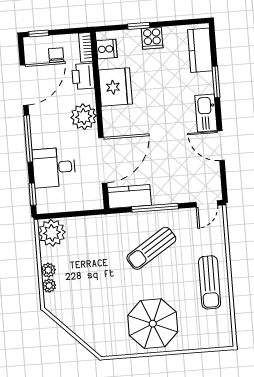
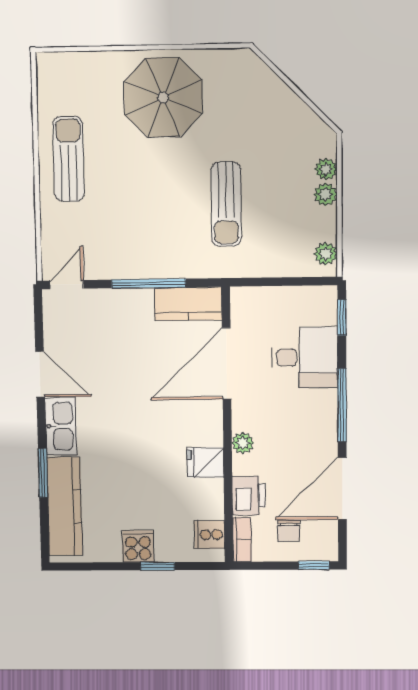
kitchen counter: (200, 50) -> (65, 506), width x1.50
fridge: (115, 87) -> (205, 462), width x0.53, depth x0.75
plant: (84, 117) -> (243, 443), width x0.53, depth x0.53
plant: (52, 233) -> (326, 254), width x0.53, depth x0.53
sun lounger: (151, 248) -> (226, 204), moved, turned 123

